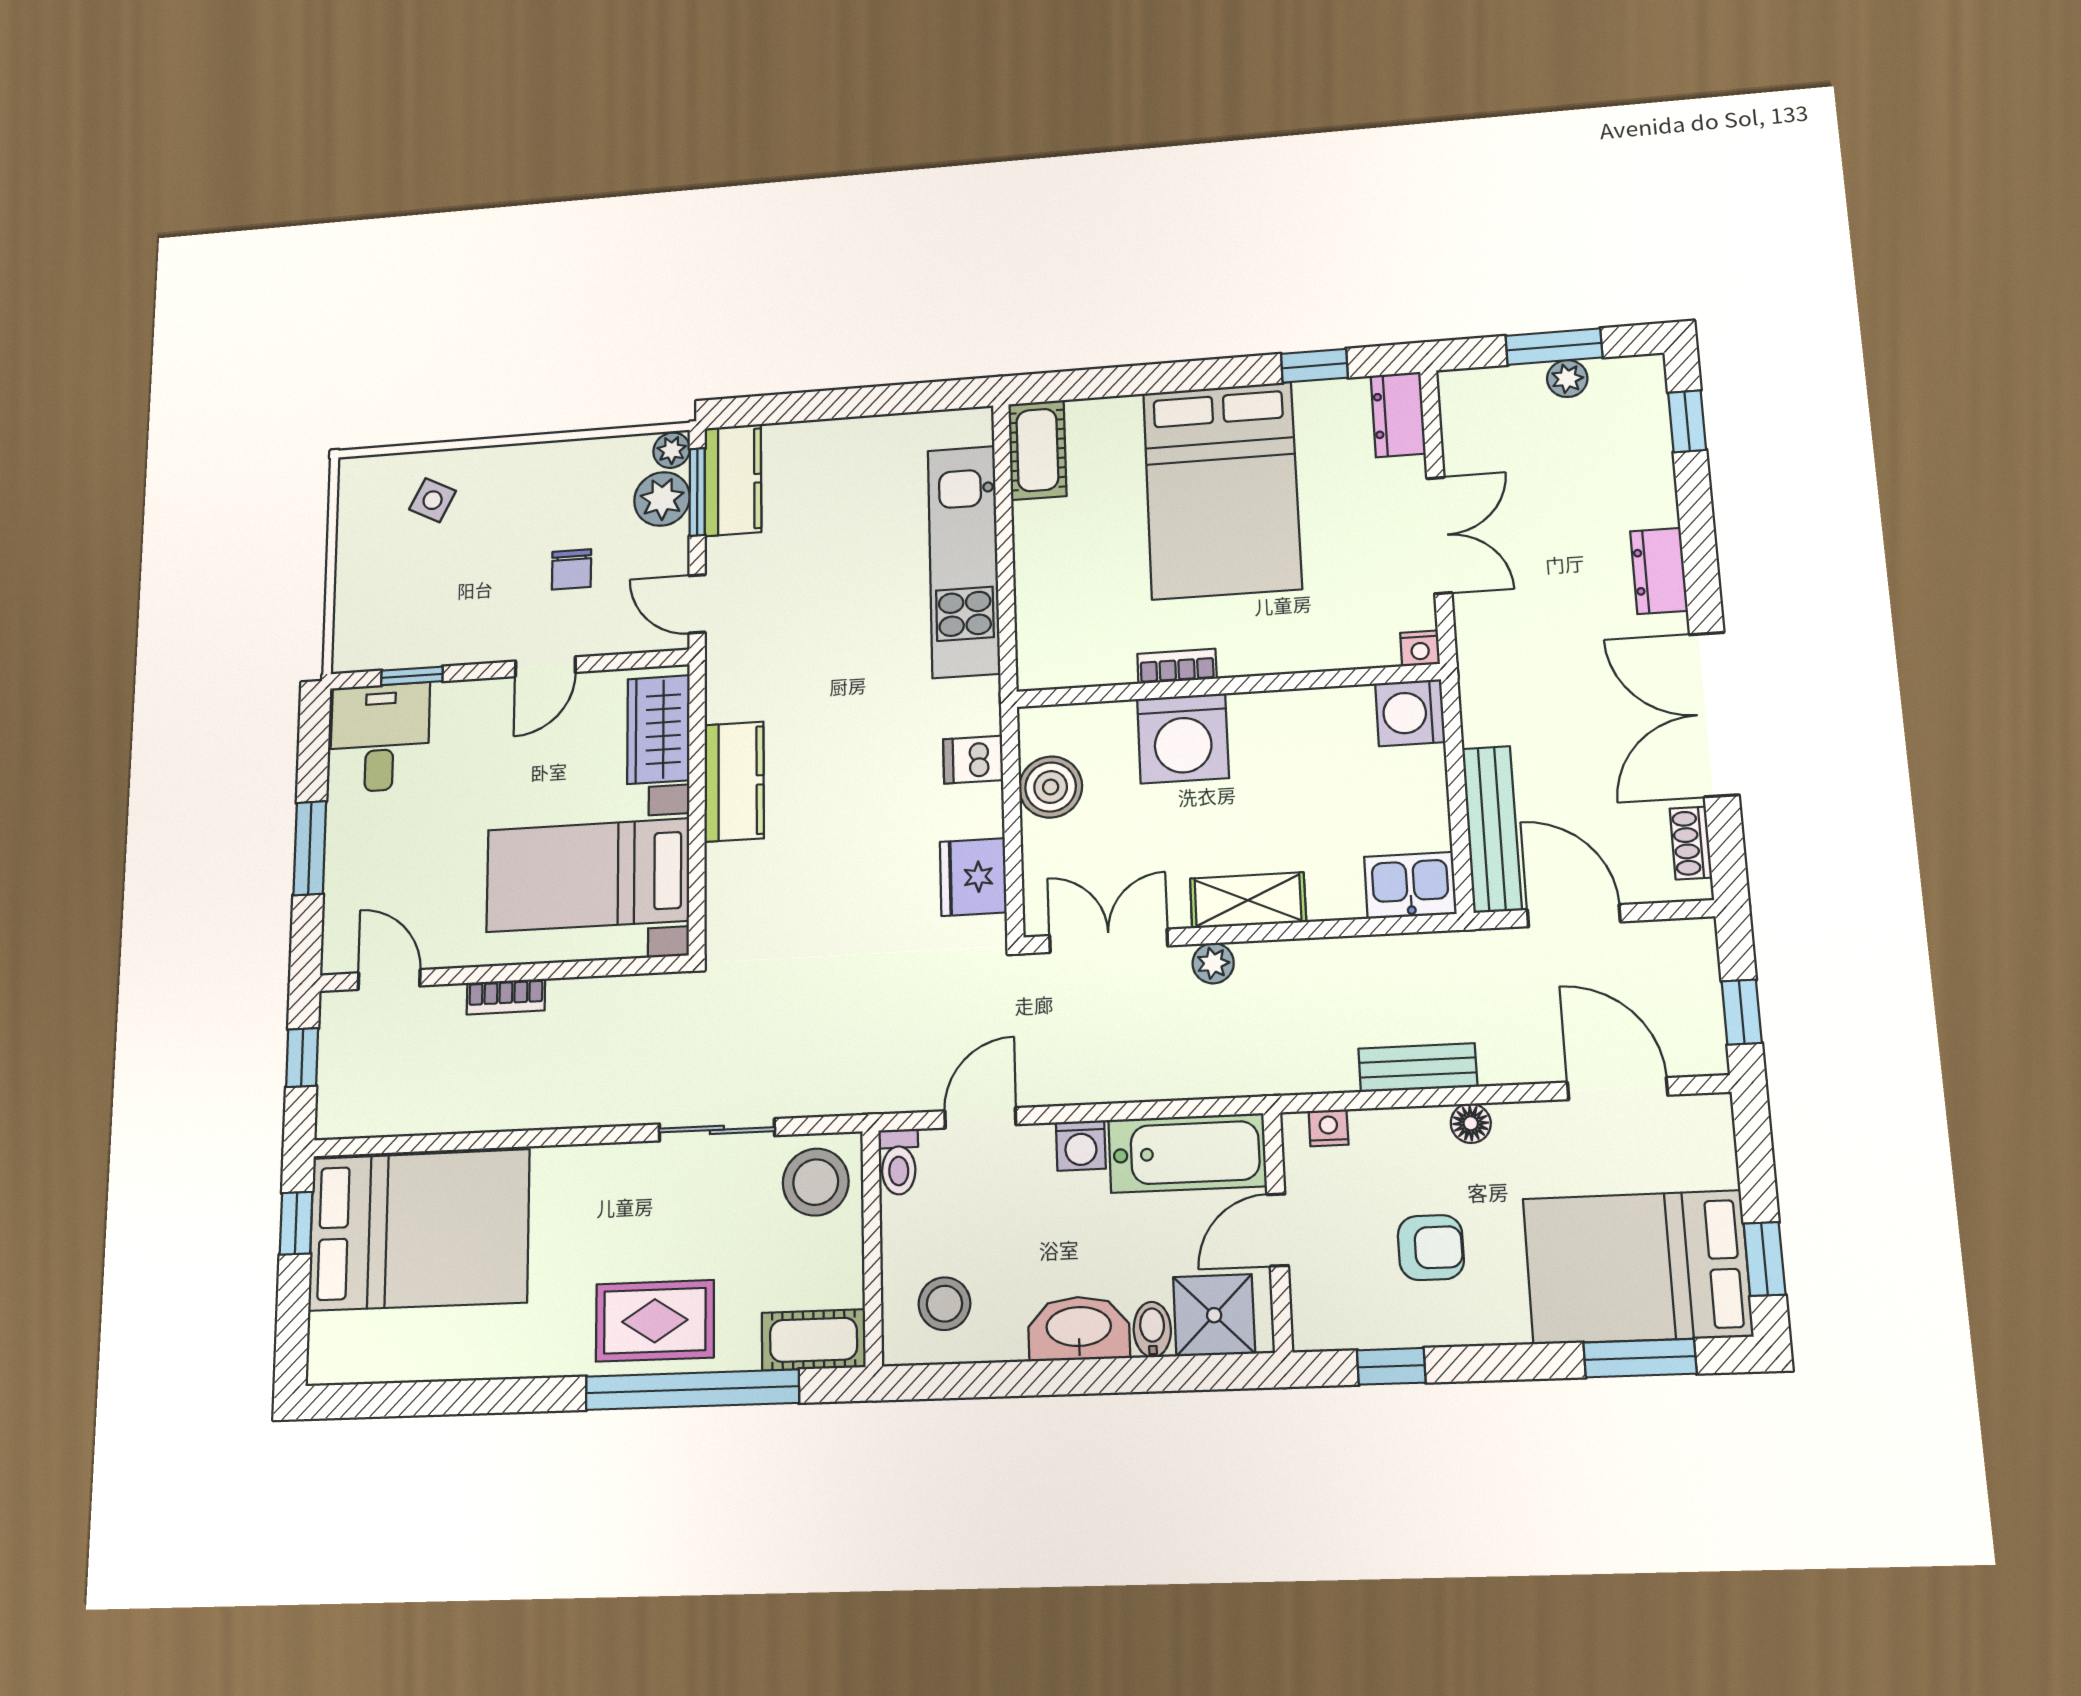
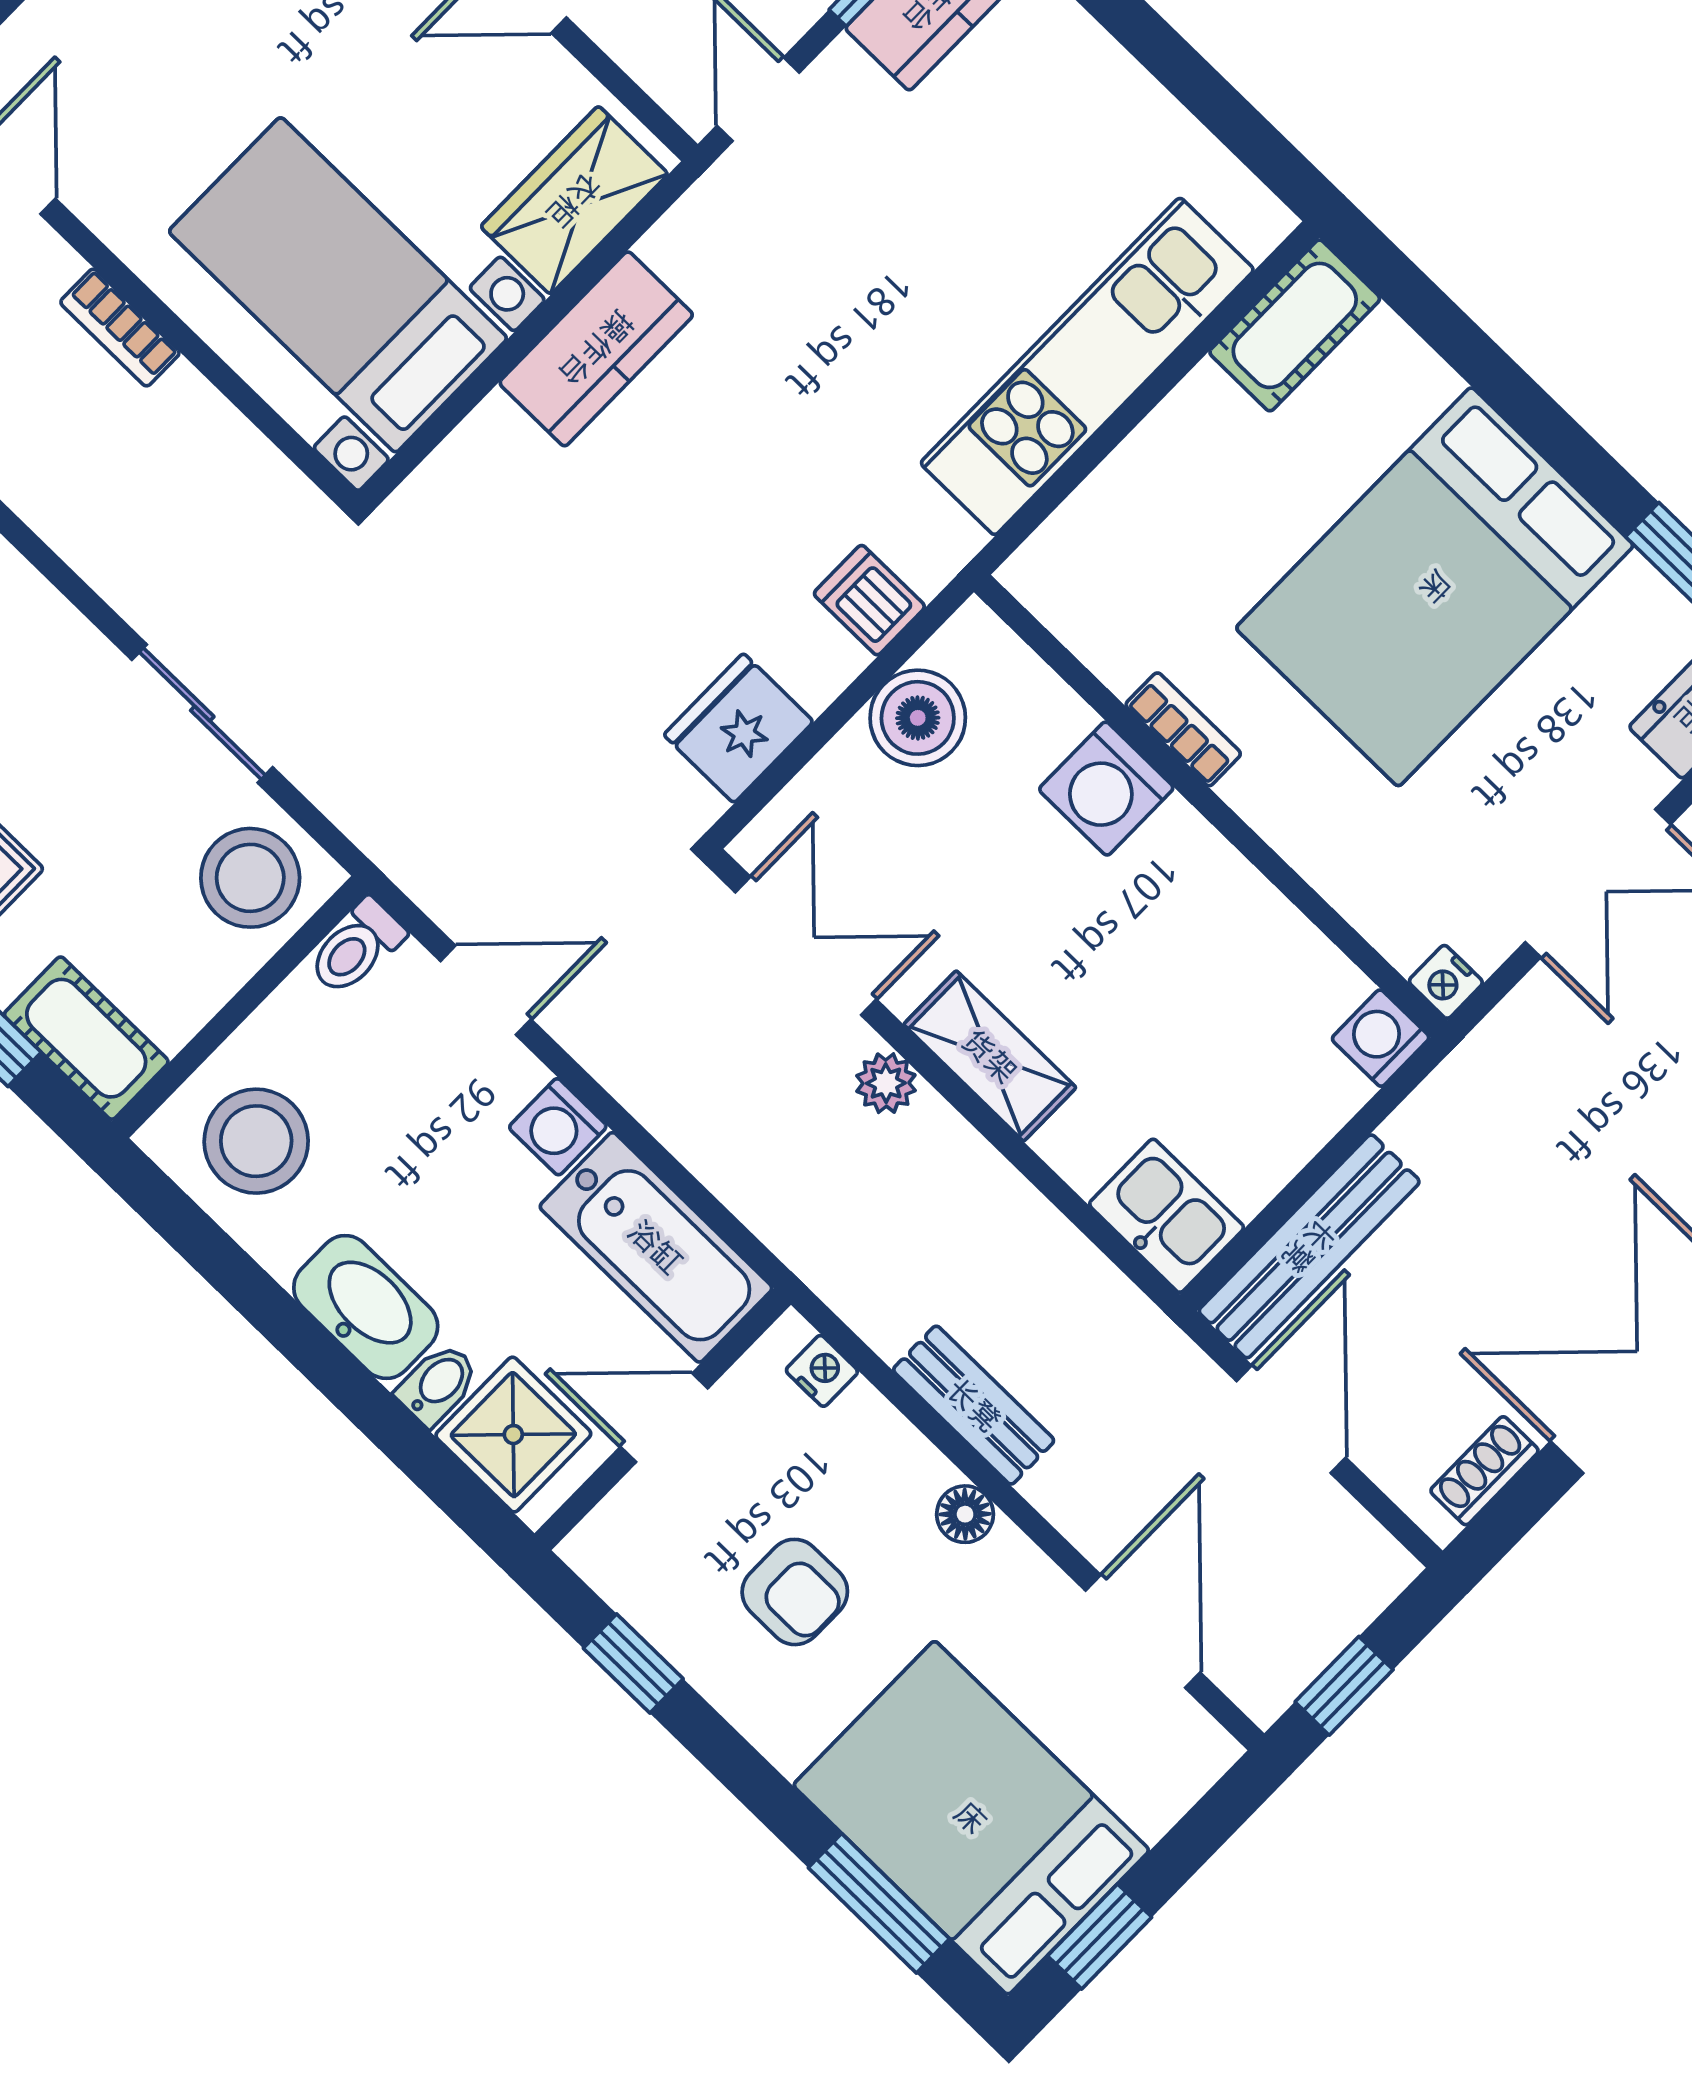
washing machine: (1410, 713) -> (1381, 1038), width x0.73, depth x0.73
washing machine: (1183, 738) -> (1106, 789), width x0.73, depth x0.73
stool: (944, 1304) -> (256, 1141), width x1.38, depth x1.38

